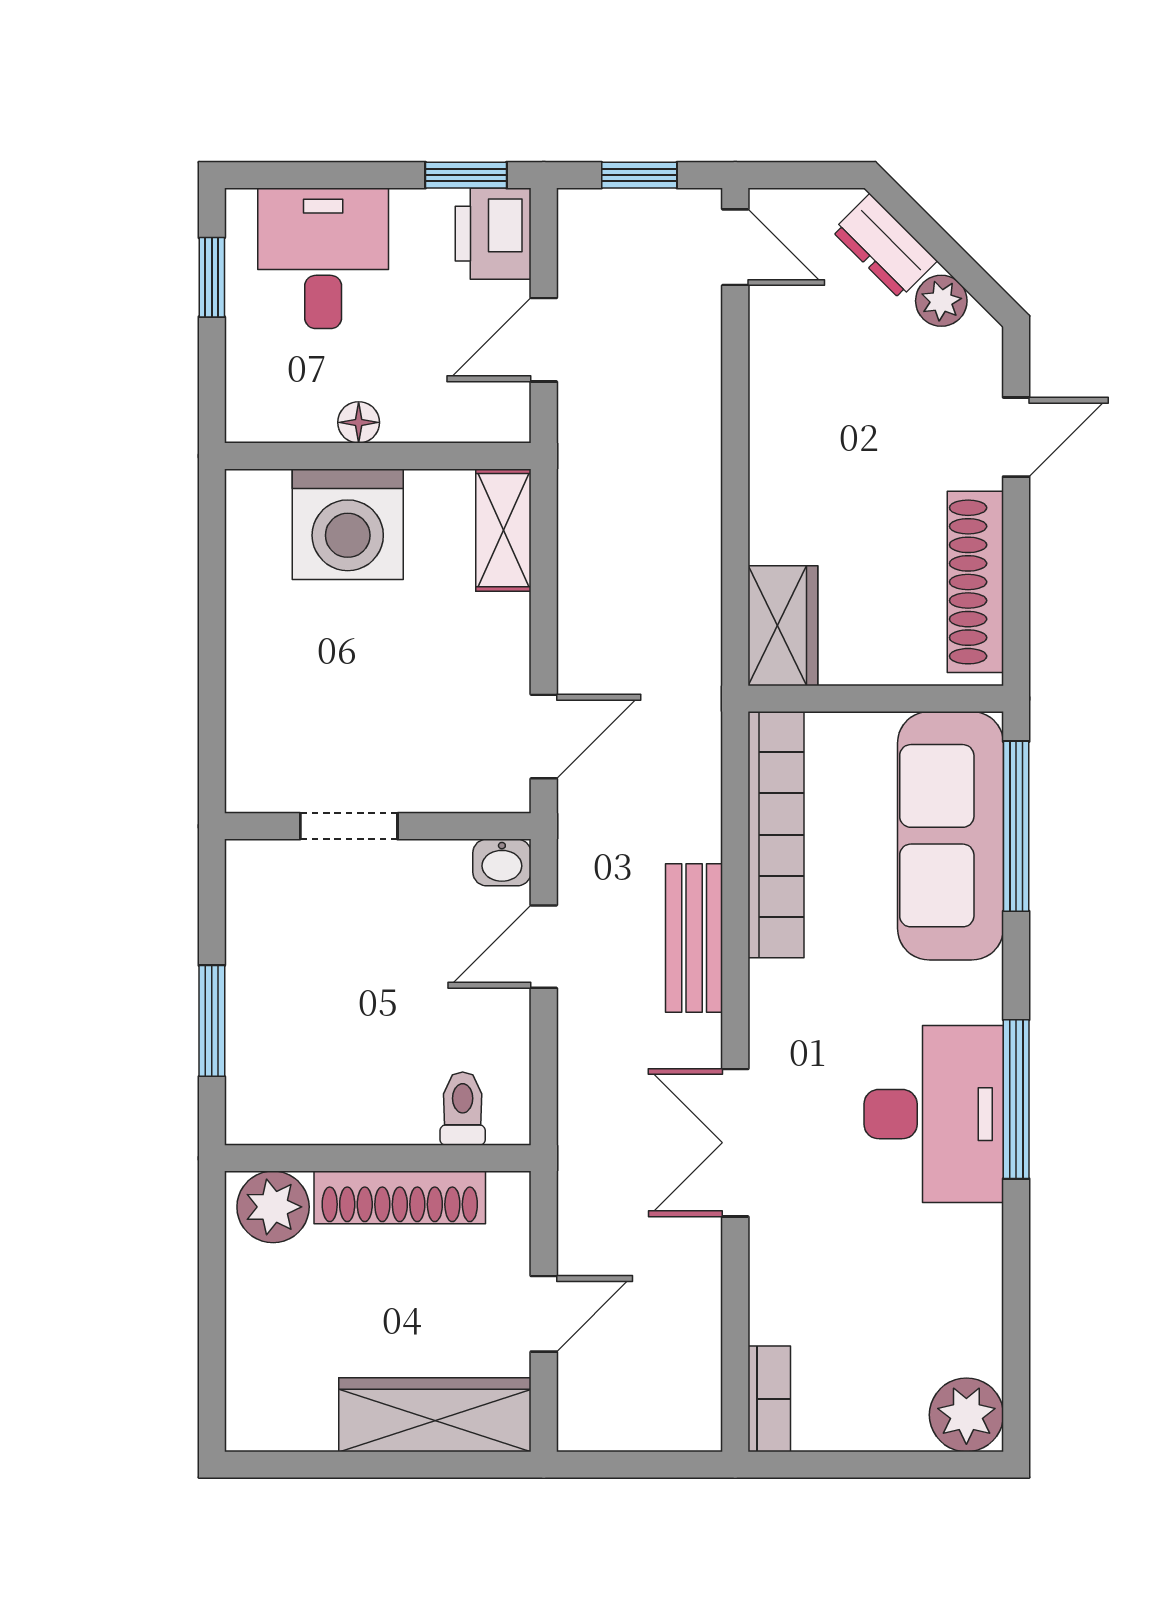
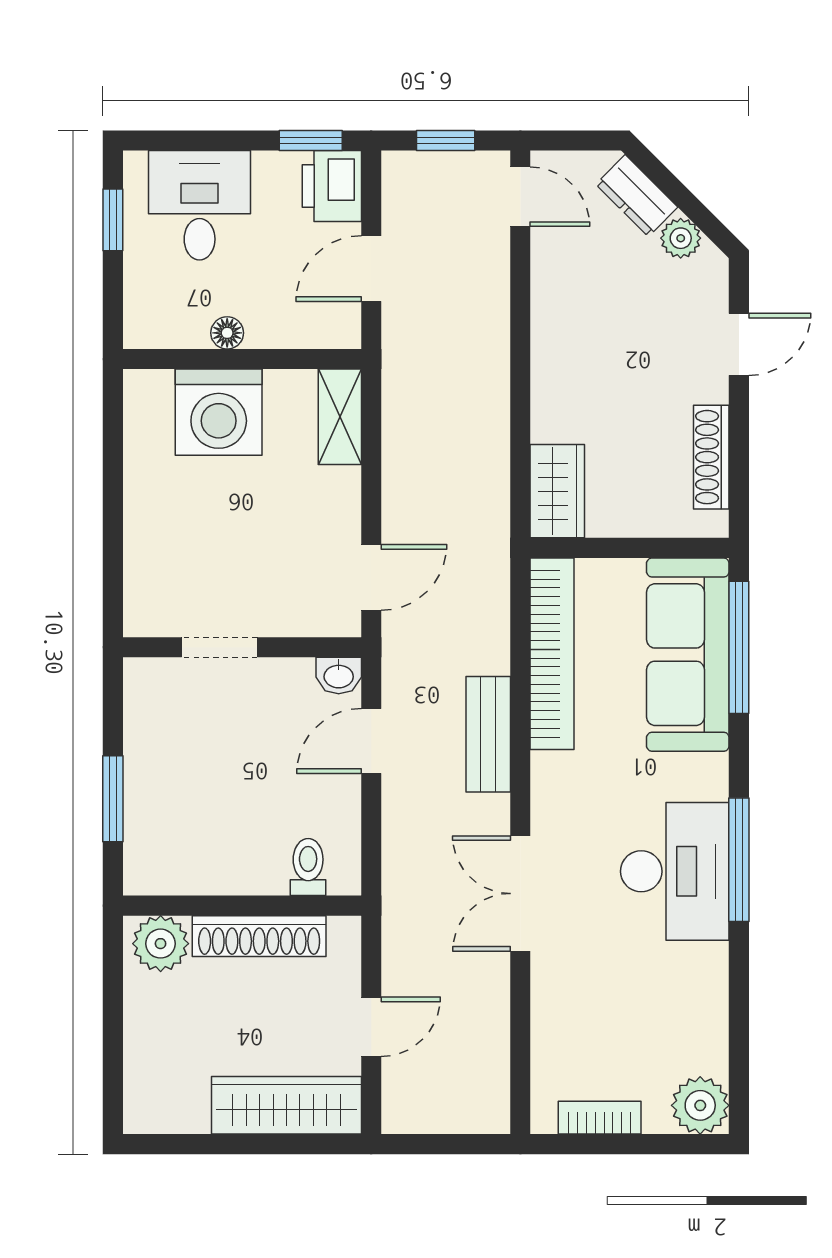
shoe rack: (975, 582) -> (711, 457), width x0.74, depth x0.81
bookcase: (769, 1399) -> (600, 1118), moved, turned -90

